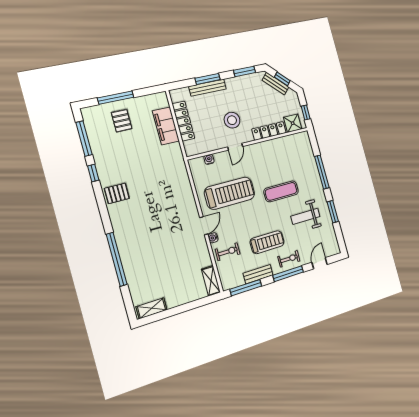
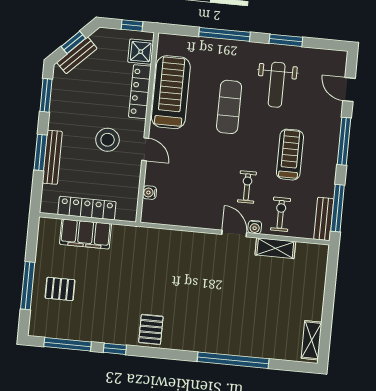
treadmill: (230, 193) -> (171, 92), moved
exercise bike: (289, 259) -> (247, 187), moved
bench: (258, 274) -> (324, 219), moved
shelving: (211, 281) -> (275, 248), moved

